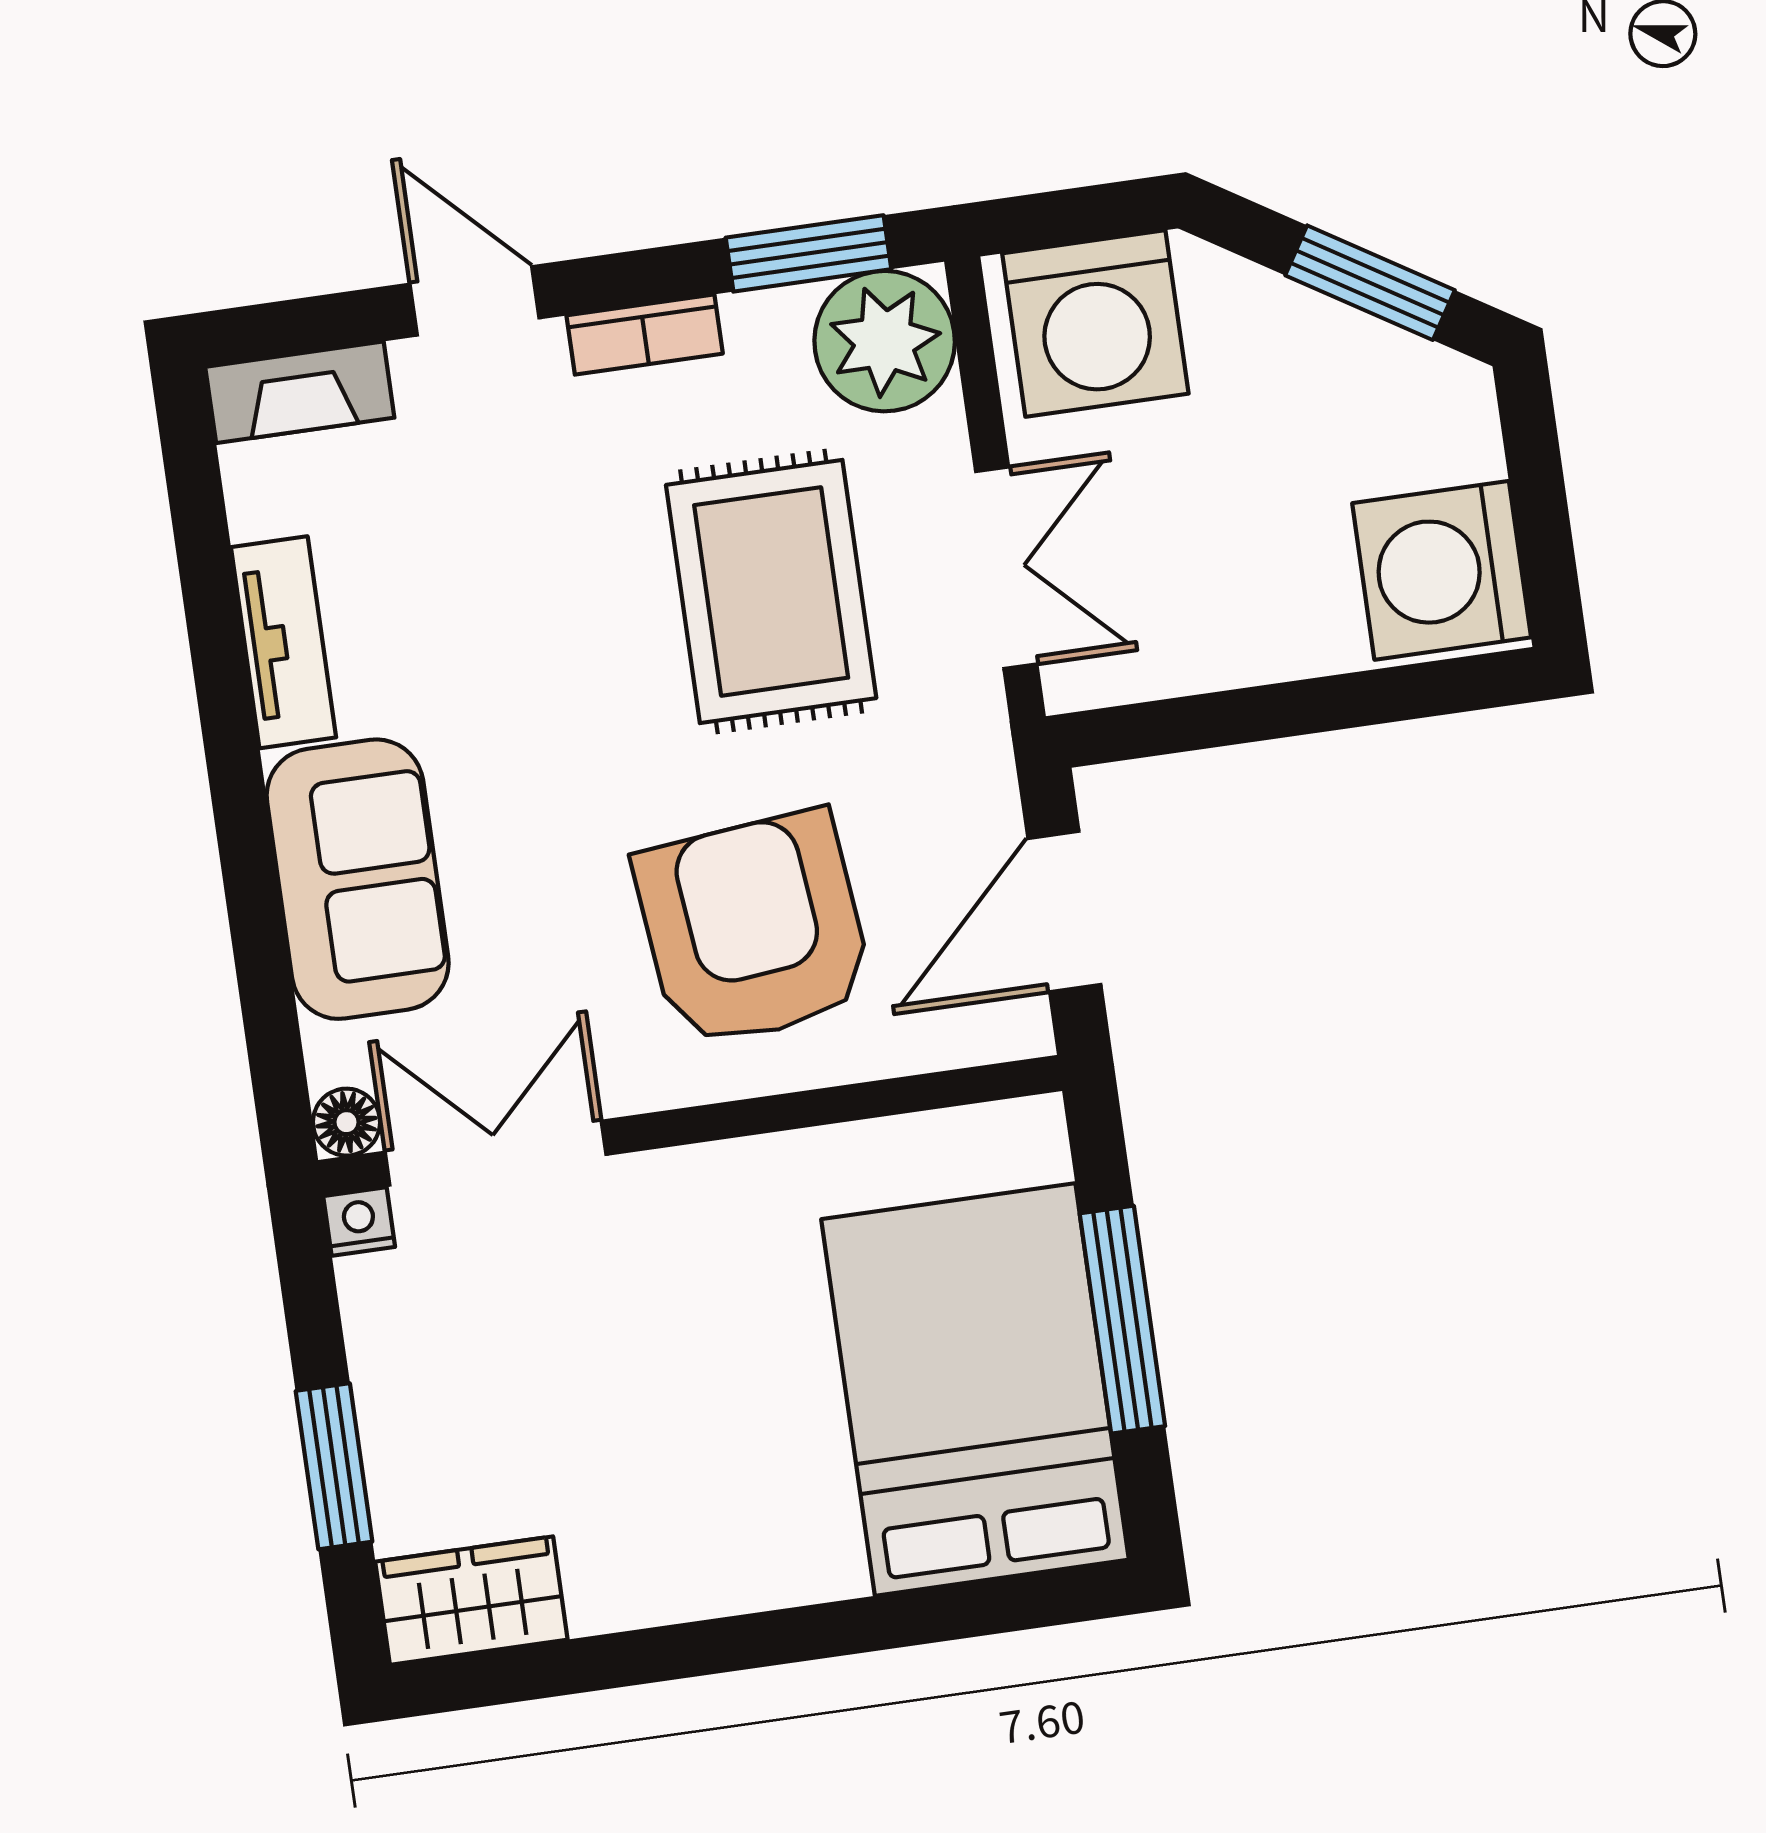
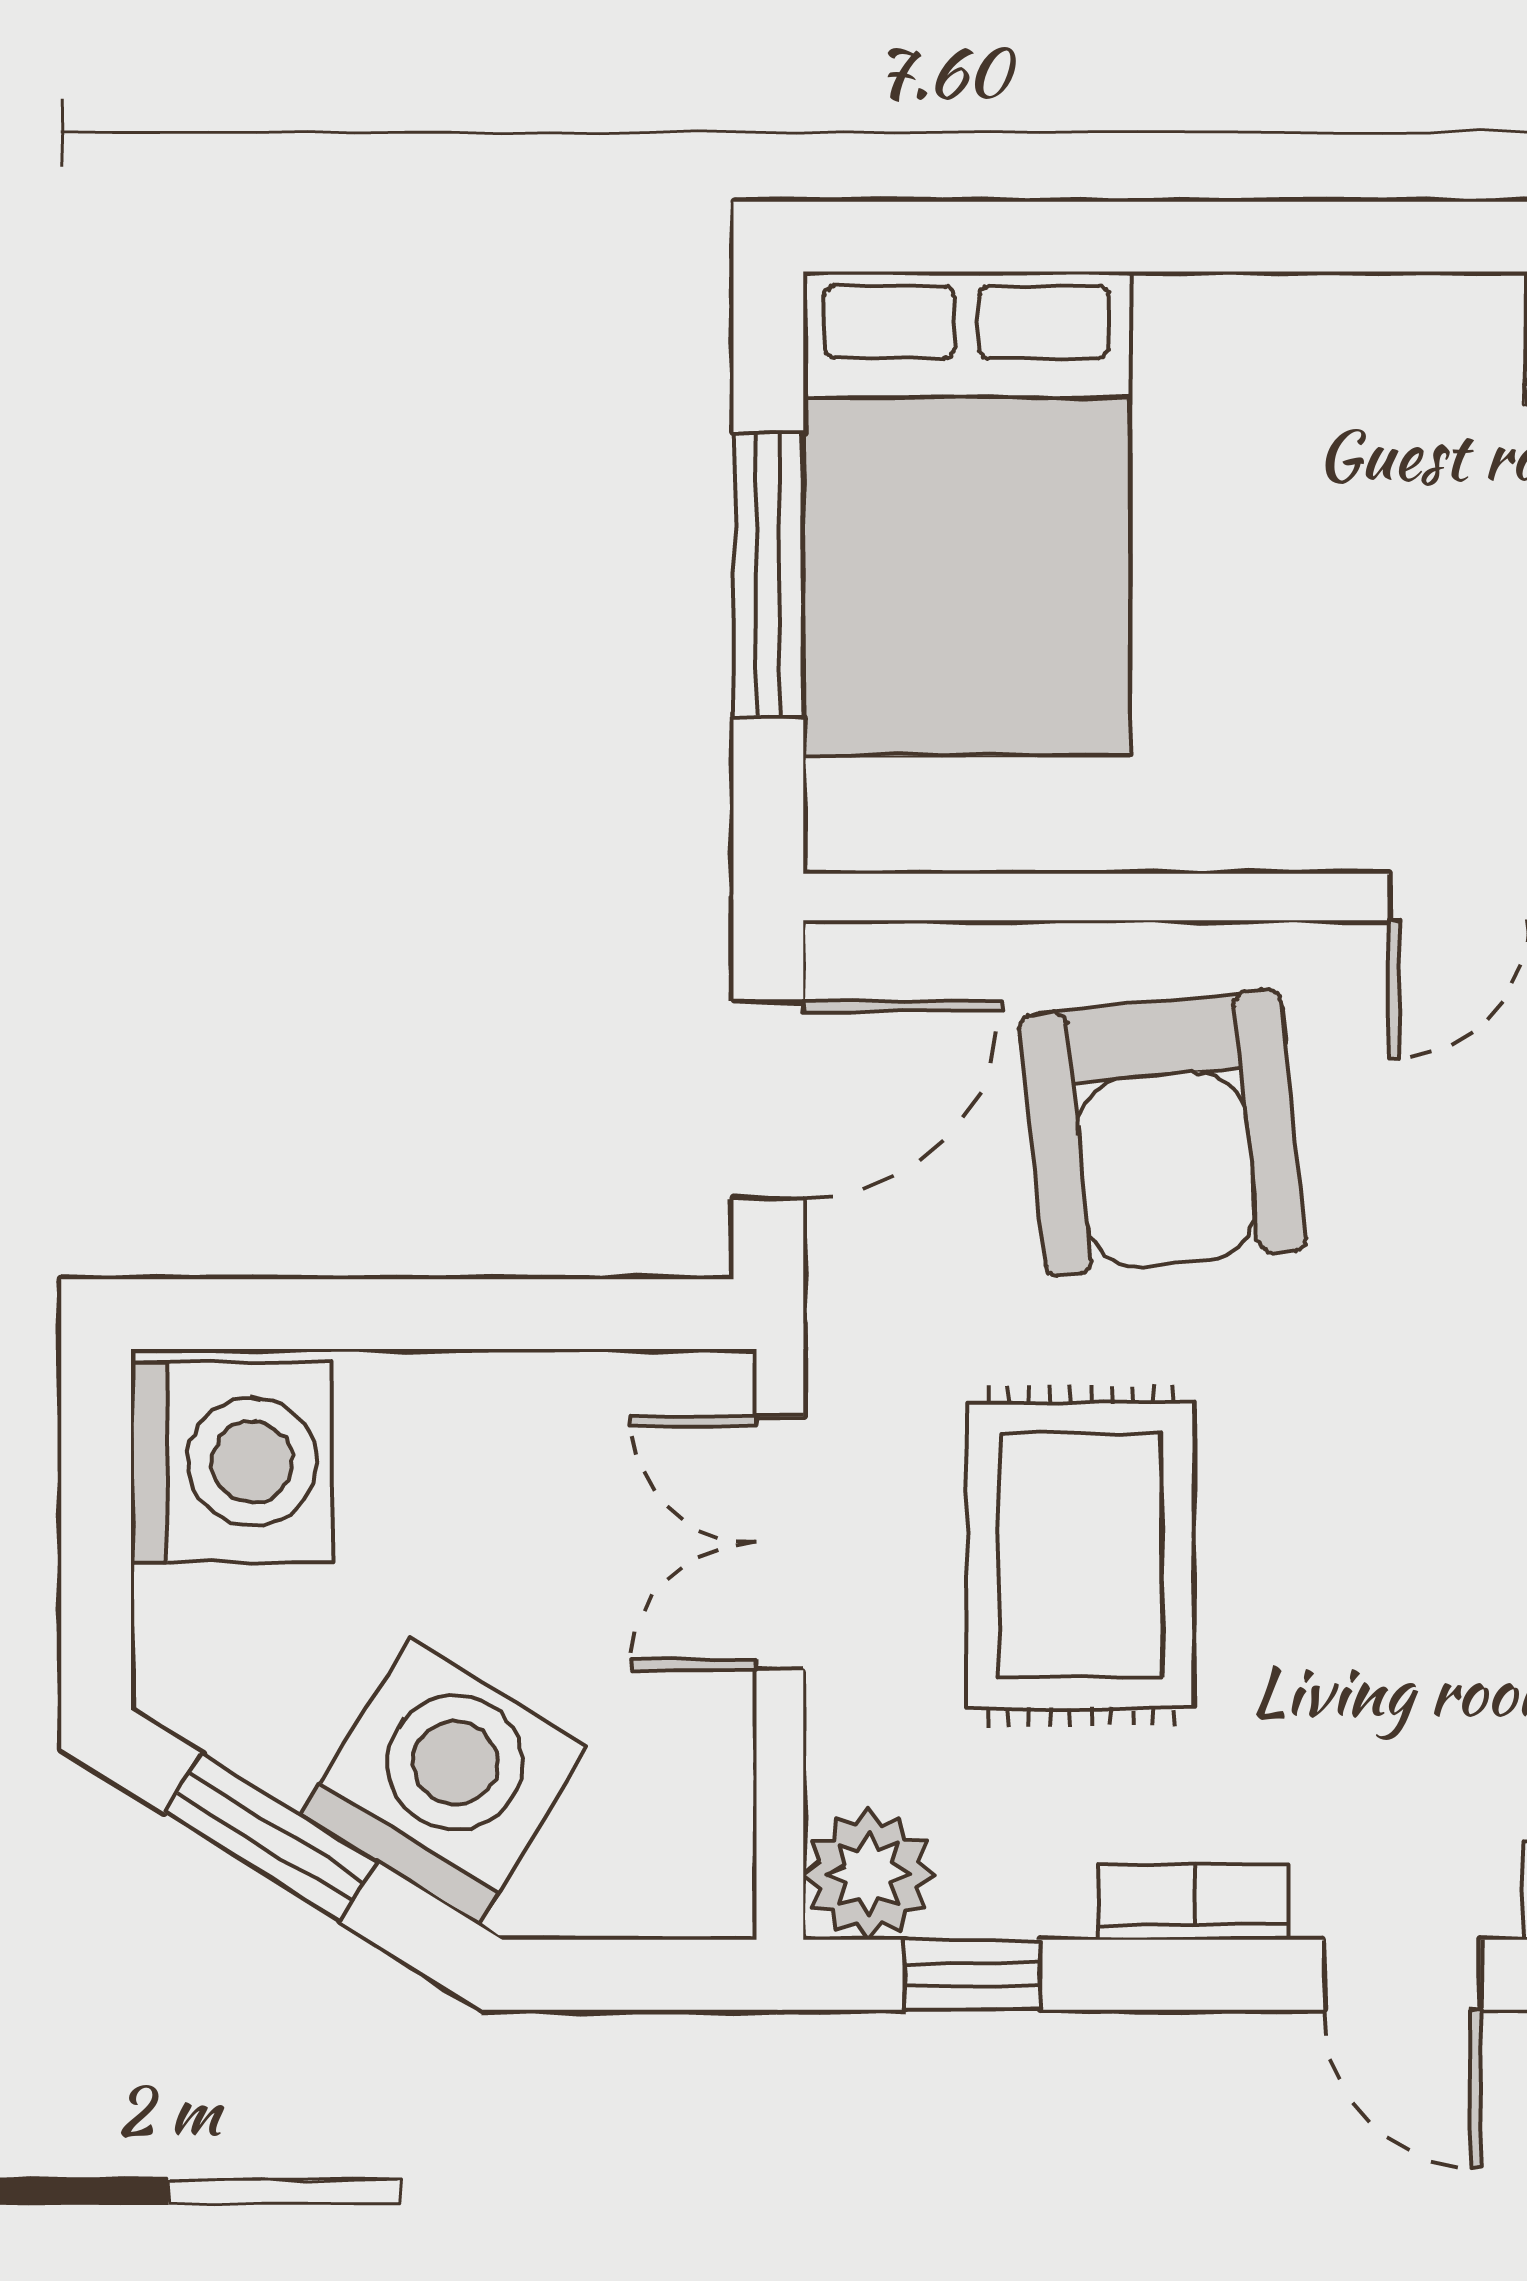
window: (808, 253) -> (973, 1975), width x0.67
washing machine: (1095, 323) -> (444, 1781), moved, turned 32
plant: (885, 341) -> (869, 1874), width x0.73, depth x0.73

